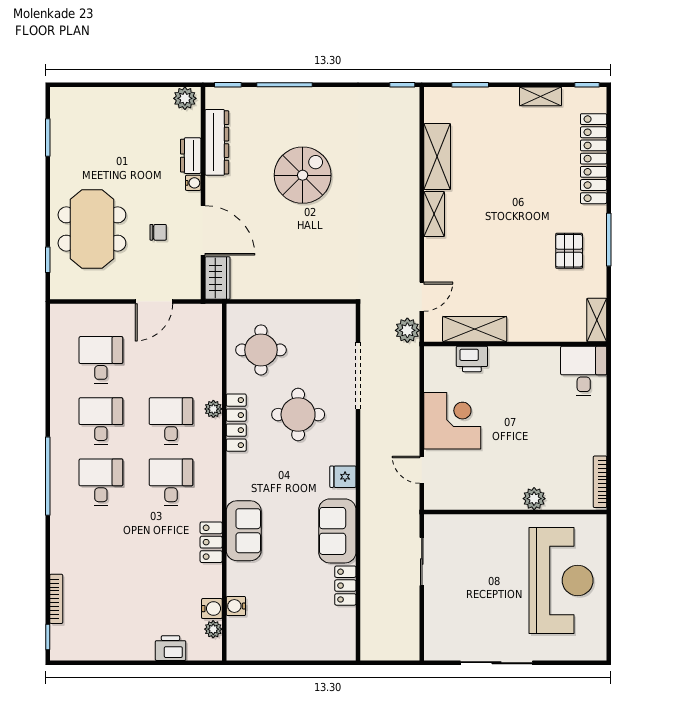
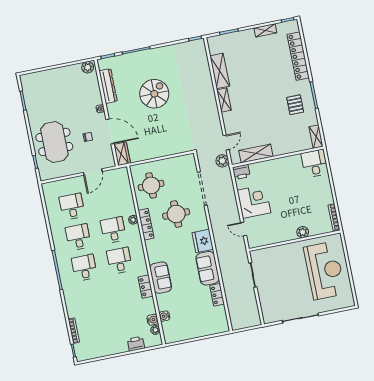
dresser: (191, 156) -> (96, 95), removed
printer: (472, 359) -> (241, 172), moved
fridge: (343, 477) -> (203, 241), width x1.88, depth x1.34

